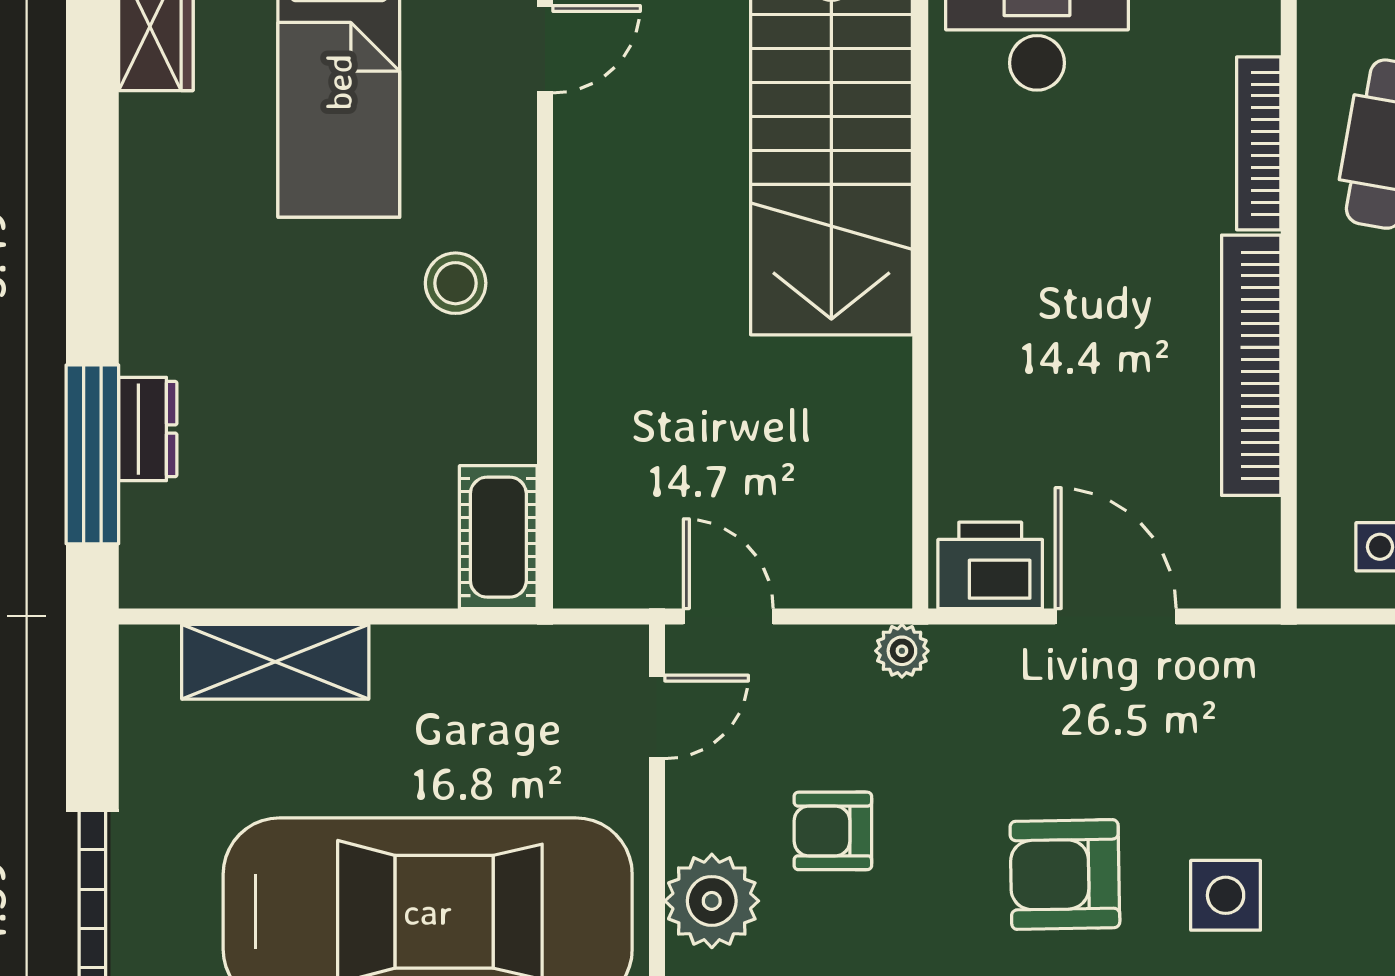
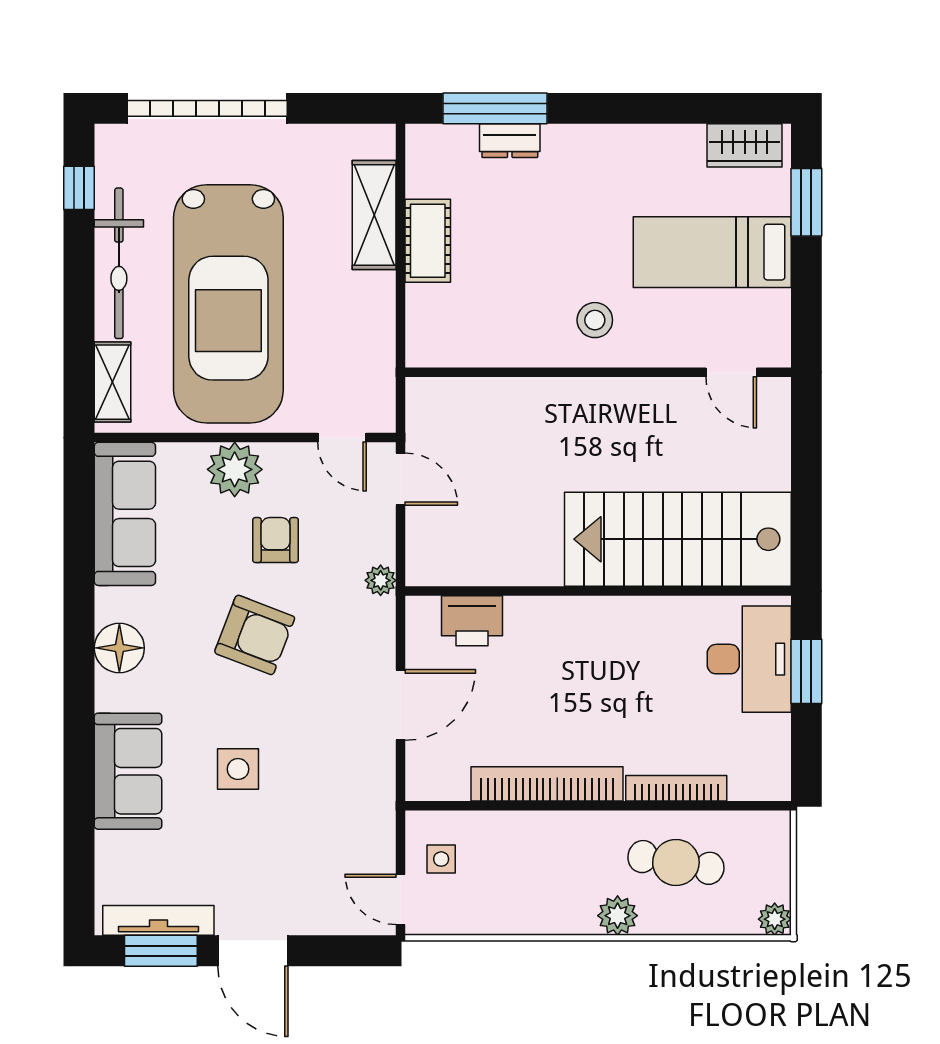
cot: (498, 537) -> (428, 241), moved, turned 90
printer: (990, 565) -> (472, 621), moved, turned 90
door: (728, 616) -> (400, 479), hinge flipped
armchair: (1065, 874) -> (255, 635), moved, turned 112

